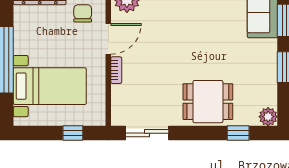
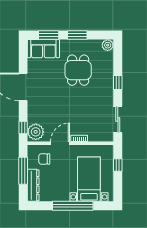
door: (108, 39) -> (60, 143), hinge flipped
dining table: (208, 102) -> (78, 70), moved
window: (238, 133) -> (118, 82), moved

